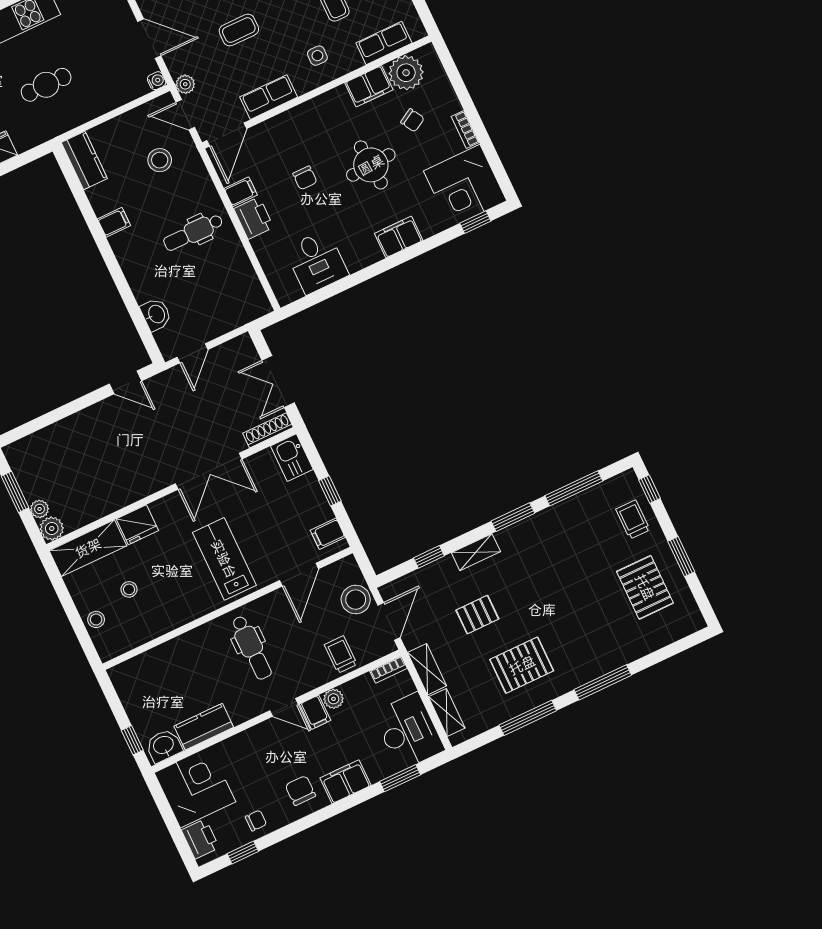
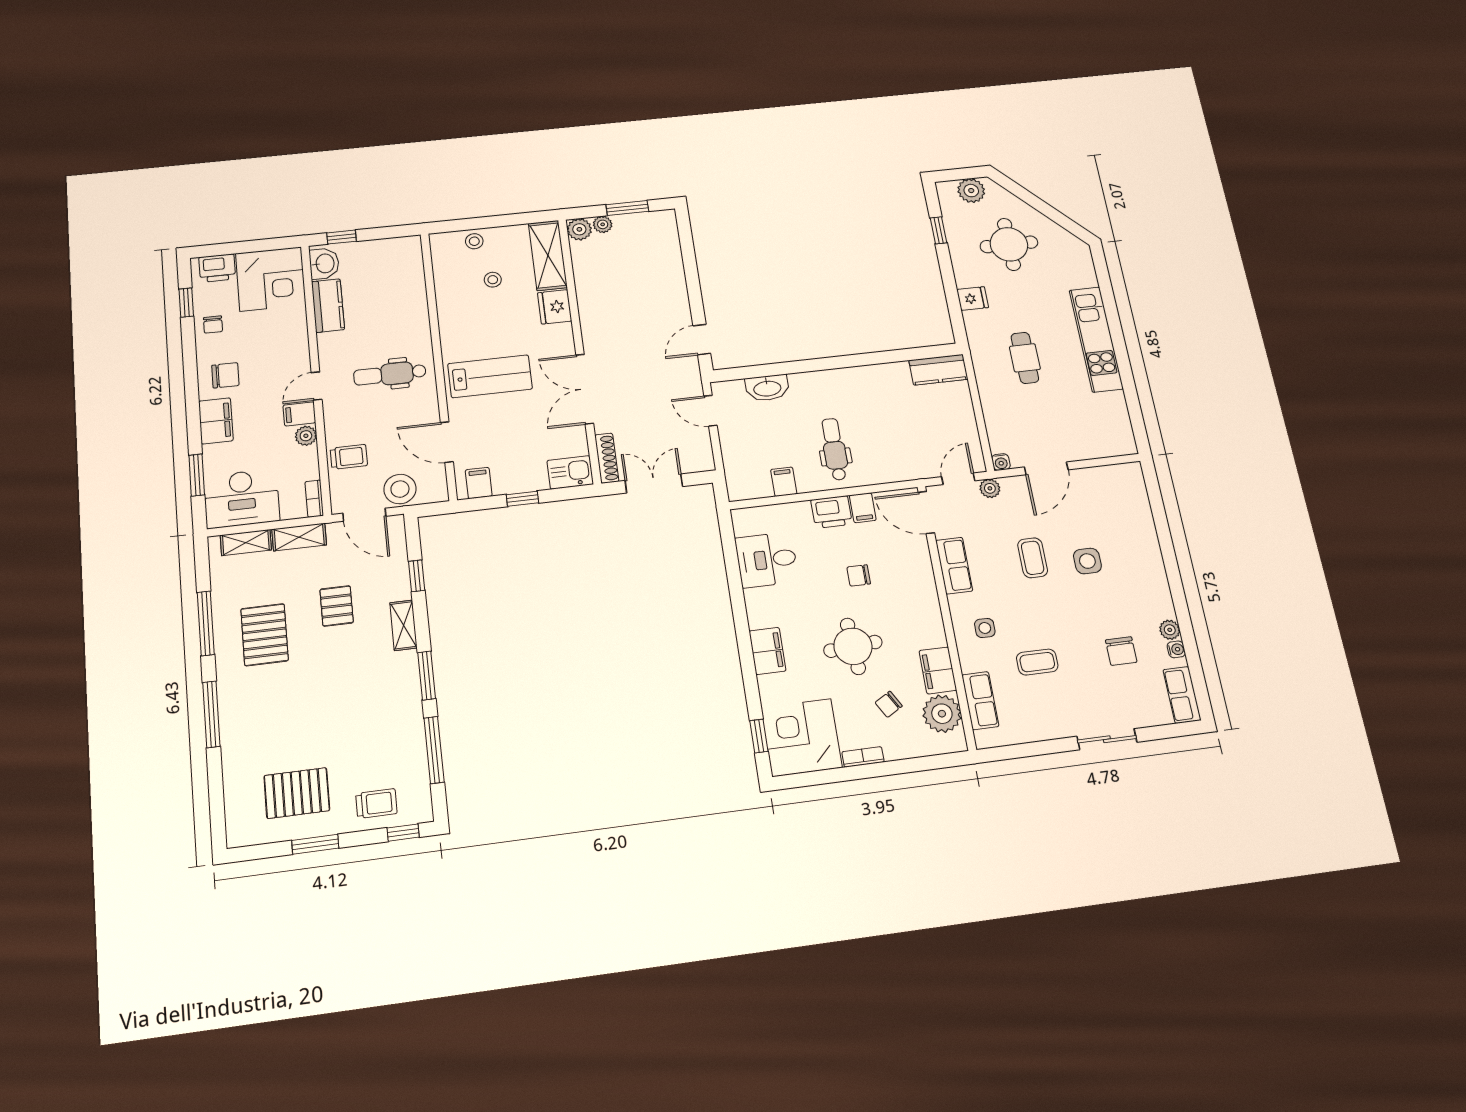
stool: (160, 160) -> (918, 440), removed
filing cabinet: (114, 222) -> (784, 482), moved, turned 180
washbasin: (156, 314) -> (767, 388), width x1.38

